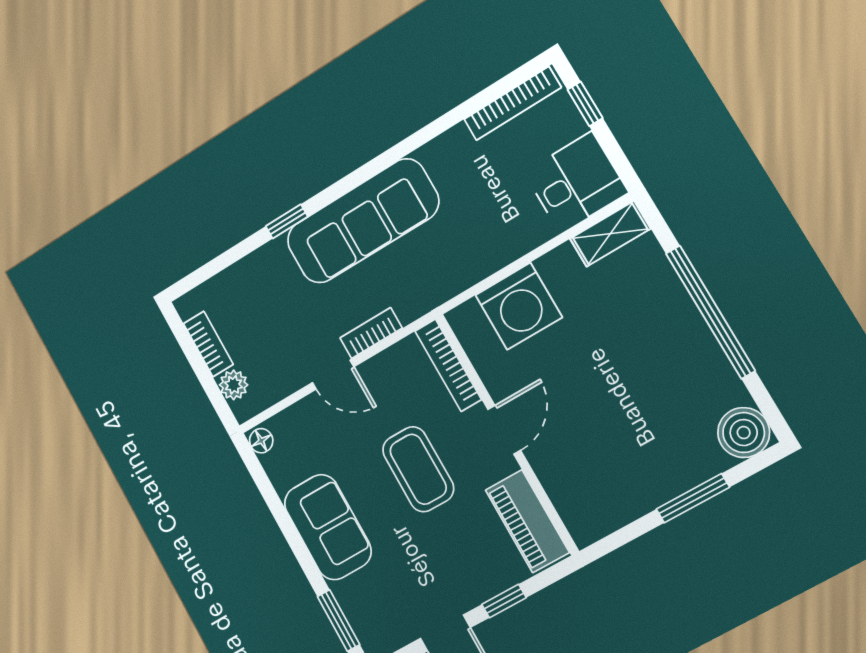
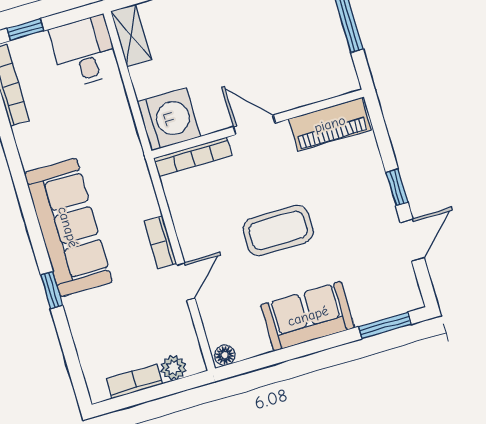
bookcase: (448, 365) -> (193, 157), moved
door: (504, 430) -> (254, 125), moved
wall: (506, 434) -> (258, 124), moved
piano: (527, 521) -> (330, 124), moved

